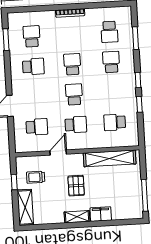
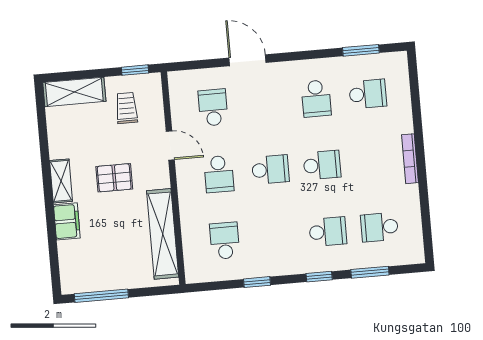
window: (138, 80) -> (319, 277), moved
school desk: (37, 127) -> (213, 107), turned 180
window: (14, 182) -> (135, 70), moved

